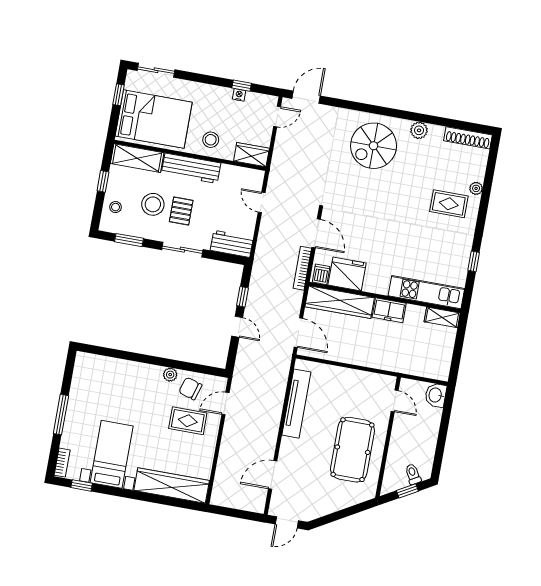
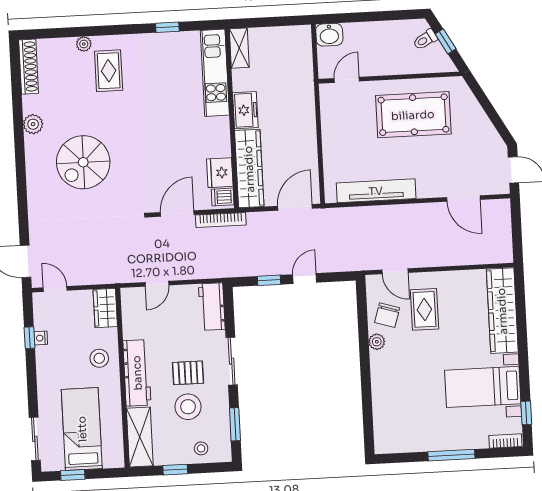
bed: (154, 119) -> (82, 429), width x0.67
spiral stairs: (374, 146) -> (83, 162), moved, turned 90
fridge: (347, 274) -> (220, 173), width x0.73, depth x0.75

